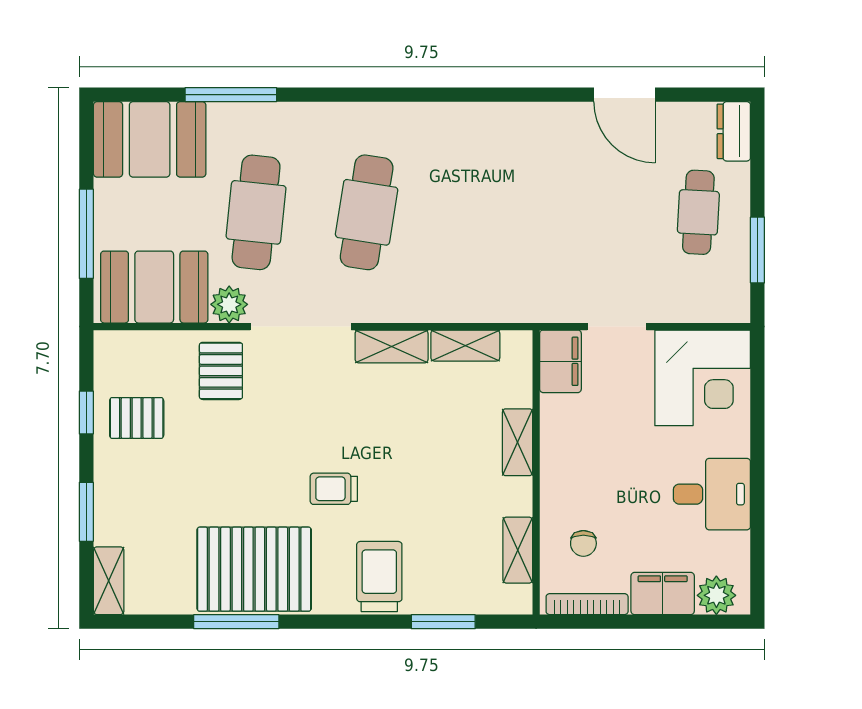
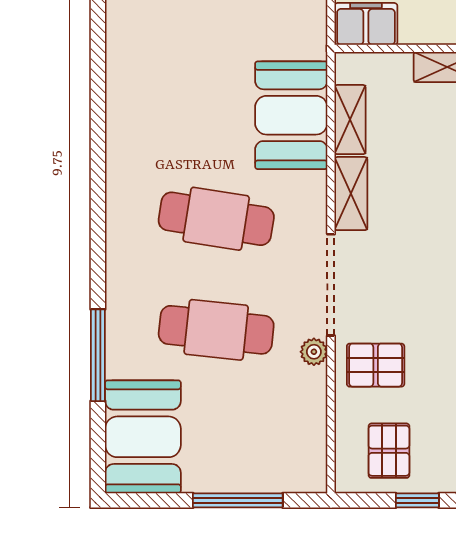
booth: (154, 287) -> (291, 115), moved
plant: (229, 304) -> (314, 352), width x0.73, depth x0.73
pallet: (137, 418) -> (389, 451), moved

